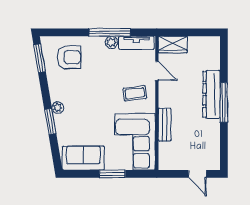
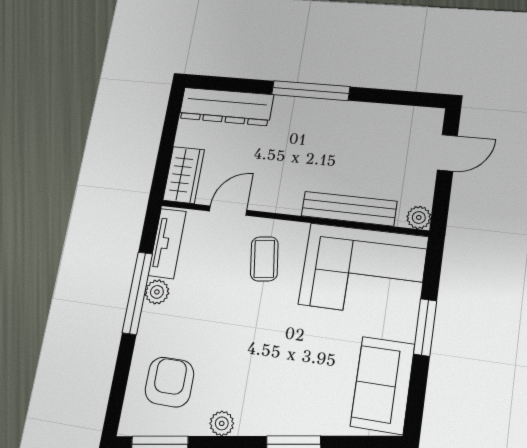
dresser: (211, 94) -> (226, 106), moved
plant: (58, 108) -> (222, 423), moved
bench: (165, 125) -> (349, 209), width x1.36
plant: (164, 164) -> (419, 218), added

